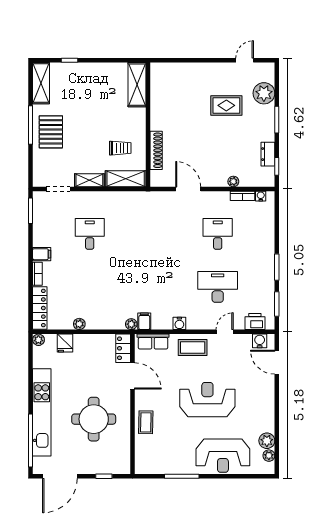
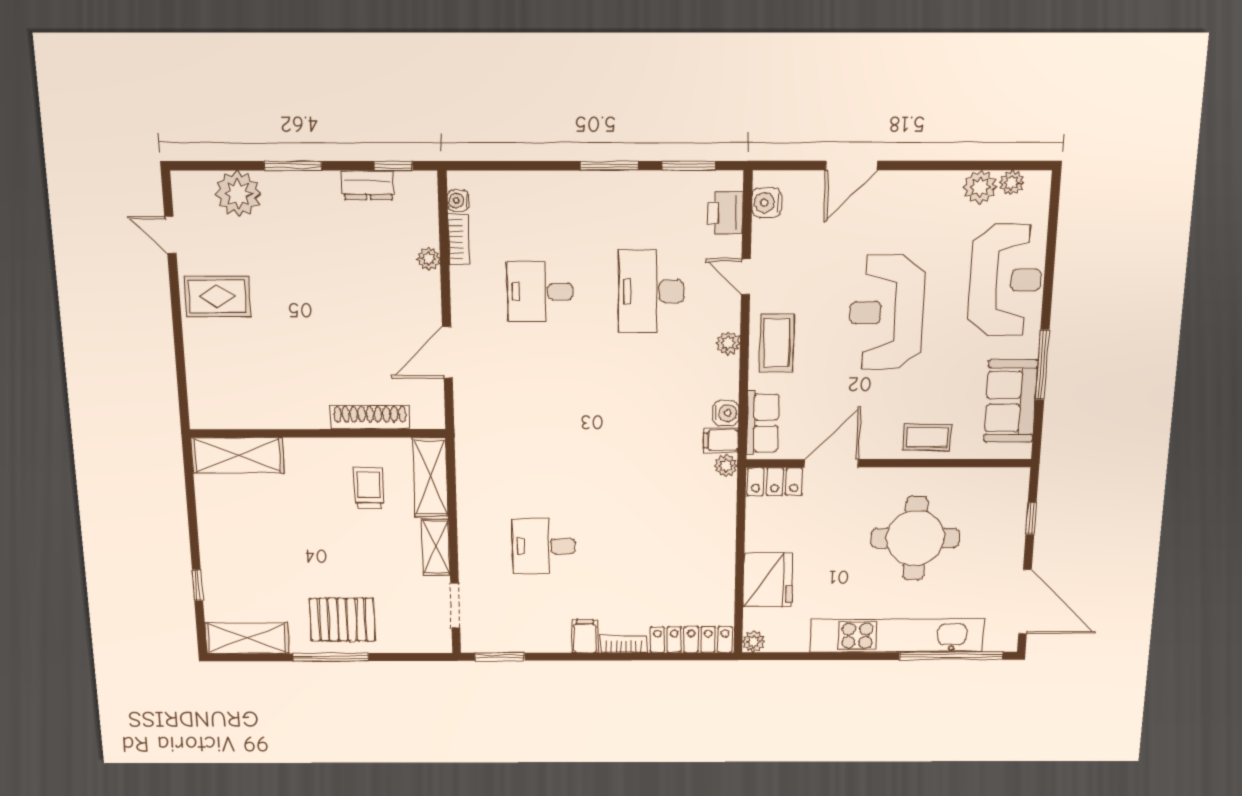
rug: (226, 105) -> (217, 297), moved, turned 90
water cooler: (179, 323) -> (726, 413), moved
plant: (79, 324) -> (728, 343), moved
fridge: (65, 343) -> (768, 580), width x1.88, depth x1.34
door: (277, 362) -> (851, 166), moved
sofa: (164, 462) -> (1011, 401), added

